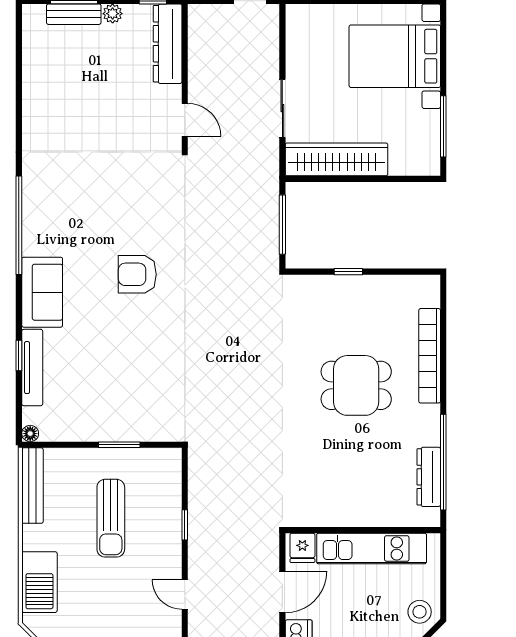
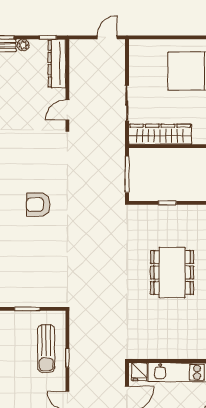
door: (185, 120) -> (67, 110), swing flipped
dining table: (356, 385) -> (172, 273), width x1.37
sun lounger: (111, 518) -> (46, 348), moved

